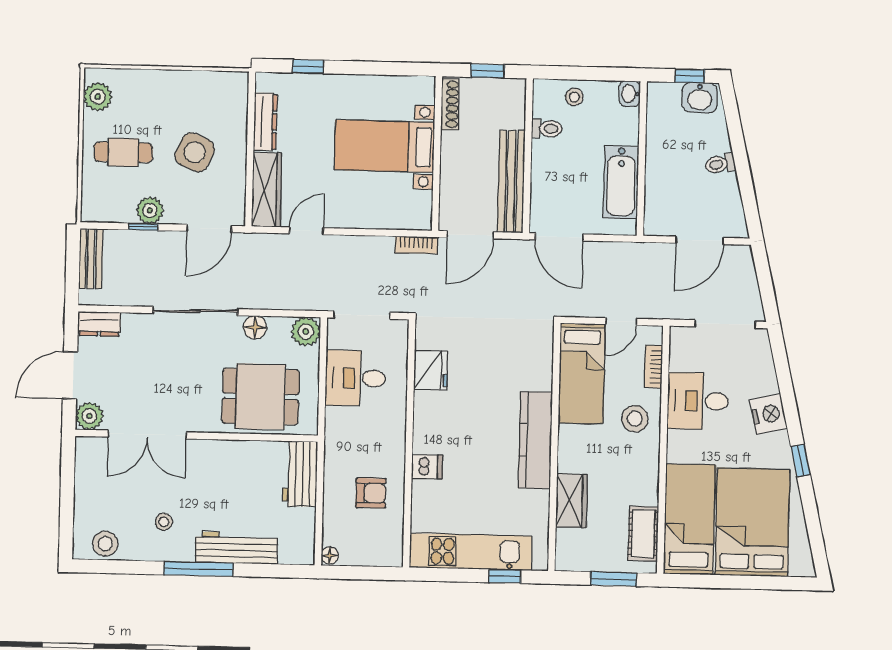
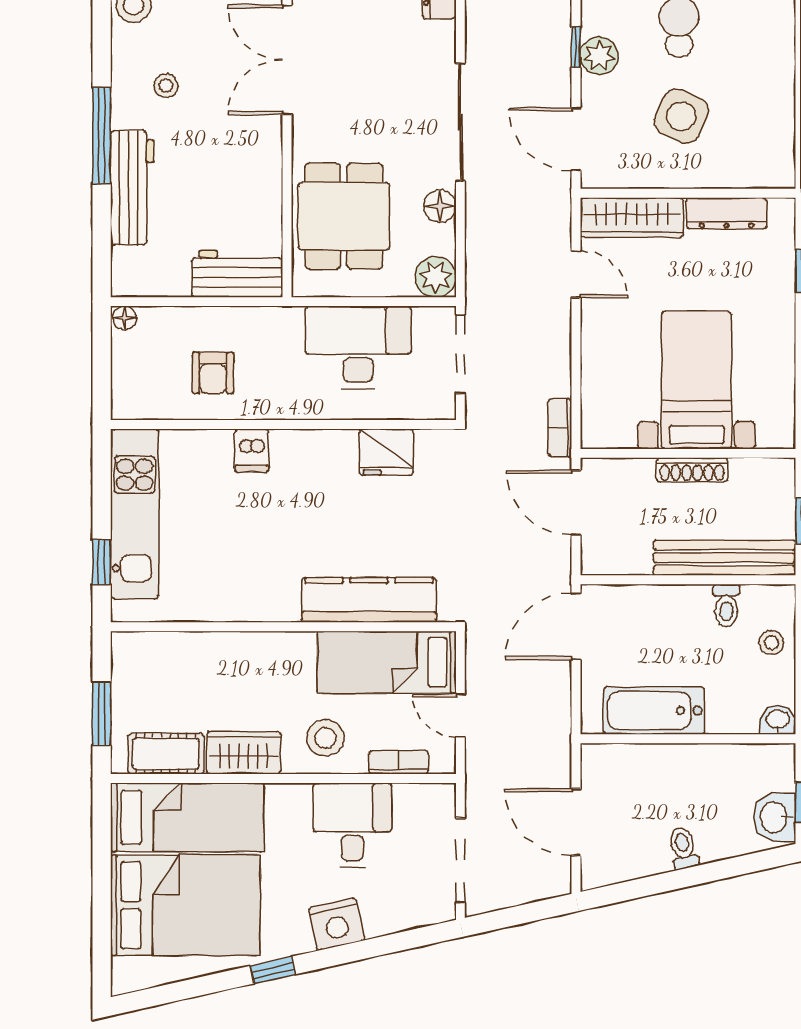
shoe rack: (450, 104) -> (692, 470), moved
bench: (511, 182) -> (724, 558), moved
desk: (355, 378) -> (358, 348), width x1.37
kitchen counter: (535, 440) -> (369, 600), moved
wardrobe: (572, 501) -> (244, 753), moved, turned 180

